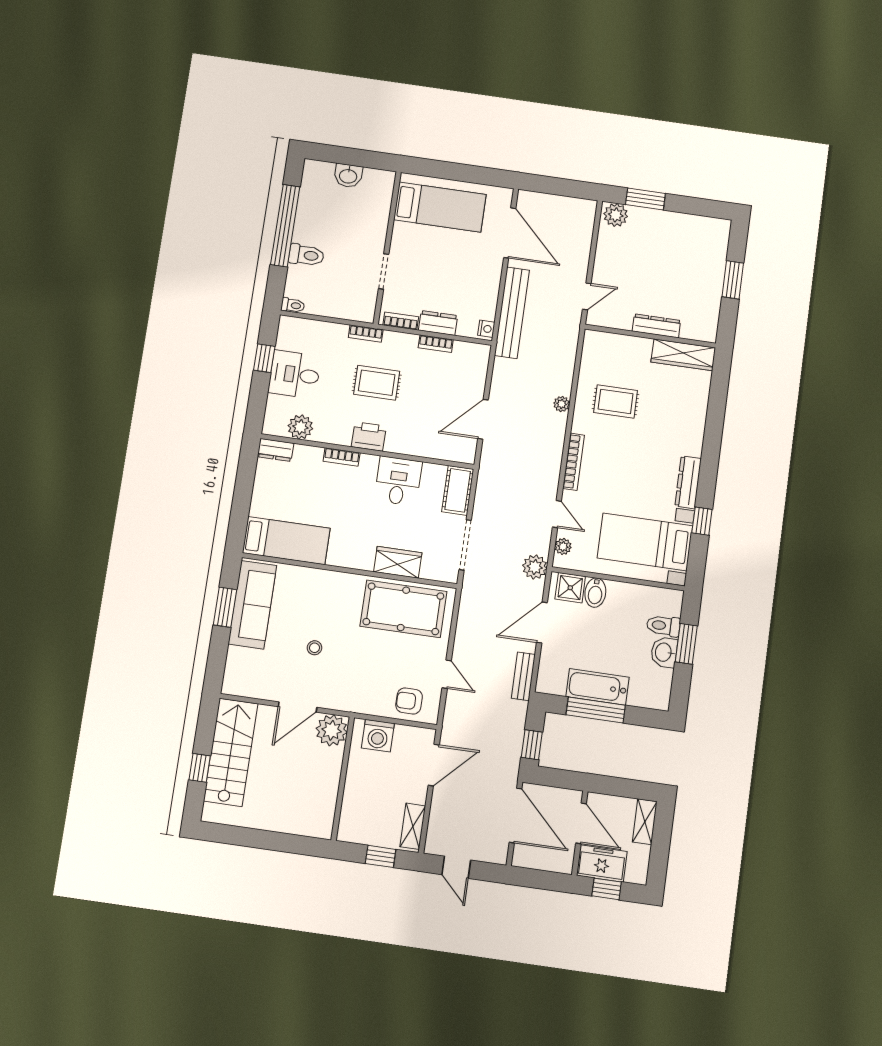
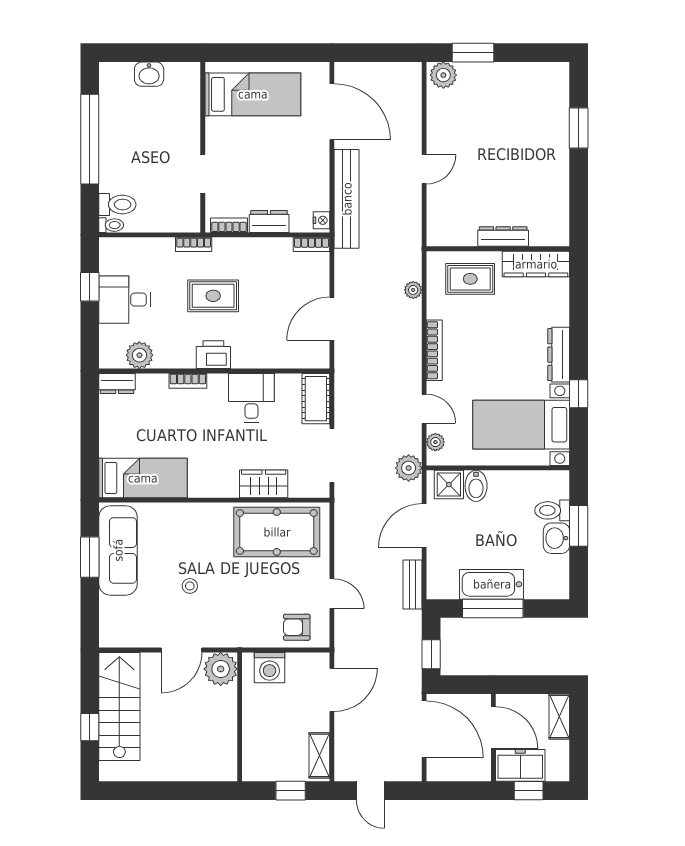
toilet: (306, 255) -> (117, 204), moved
dresser: (656, 326) -> (503, 237), moved
wall: (650, 336) -> (498, 249), moved
bookcase: (436, 344) -> (312, 244), moved
wardrobe: (683, 355) -> (536, 264), moved

